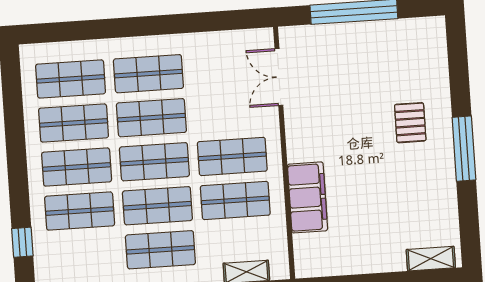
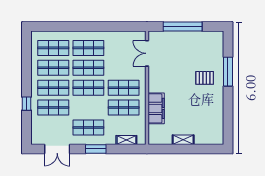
pallet: (410, 123) -> (205, 78), turned 90
window: (464, 149) -> (228, 72), moved
shop shelf: (157, 206) -> (88, 108), removed
window: (22, 242) -> (27, 104), moved
shelving: (431, 259) -> (183, 140), moved

